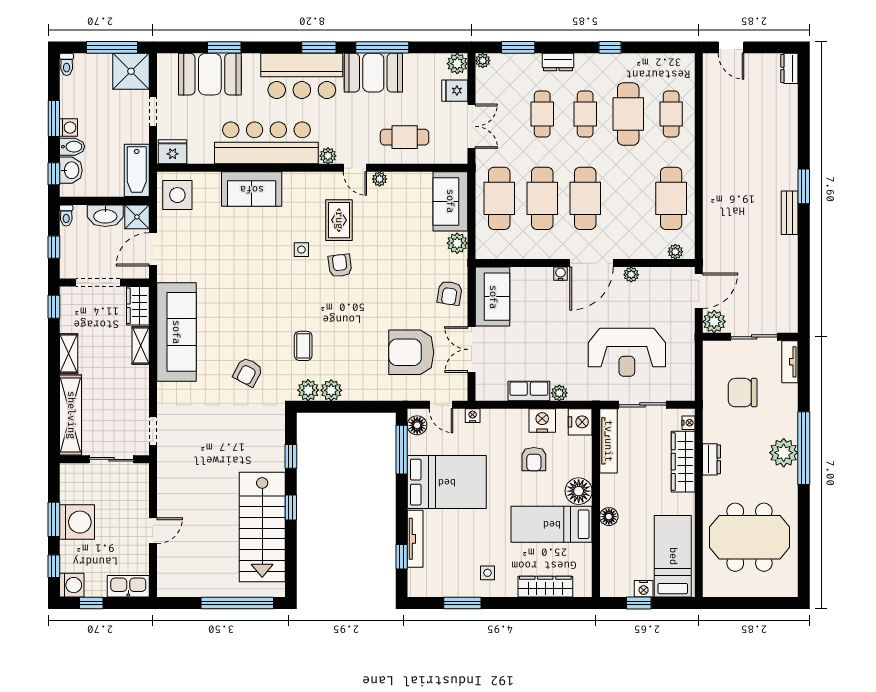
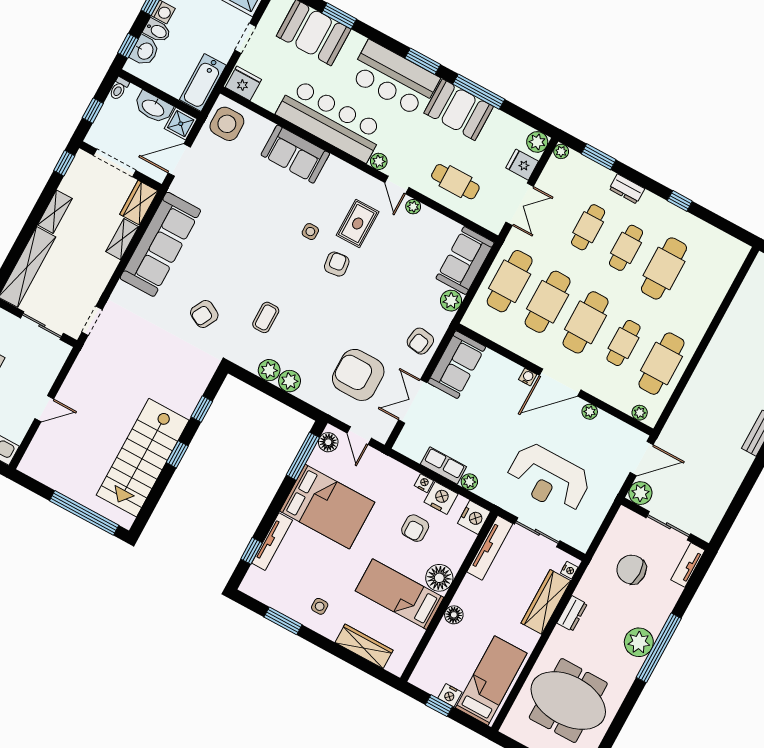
cafe table: (671, 114) -> (624, 343), moved
plant: (308, 390) -> (290, 381), moved
nightstand: (473, 416) -> (424, 483), moved

